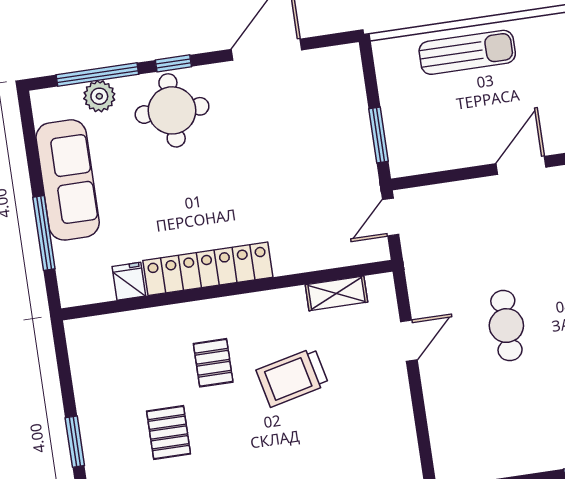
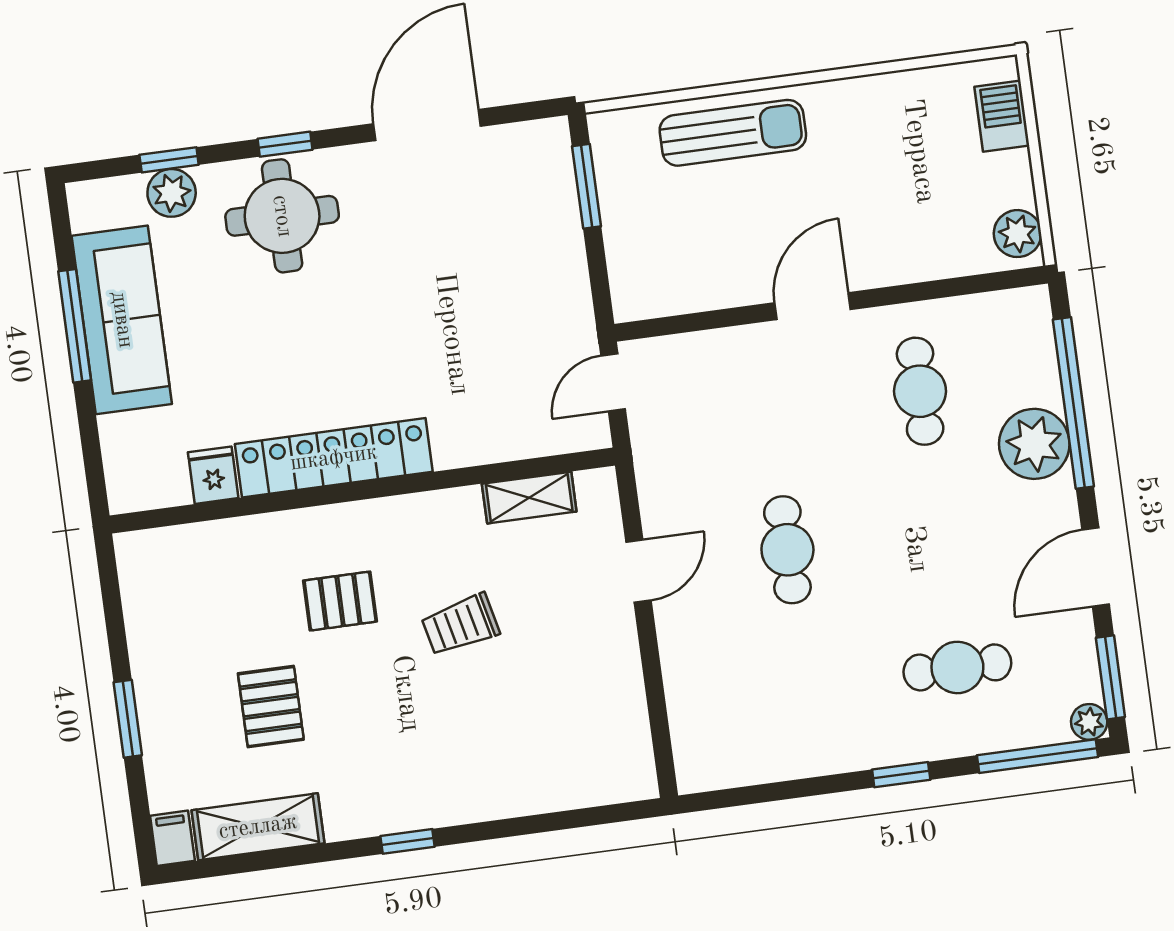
window: (97, 75) -> (169, 160), width x0.46
window: (378, 135) -> (587, 186), moved
window: (44, 233) -> (75, 326), moved
pallet: (213, 363) -> (340, 601), turned 90
trolley: (292, 377) -> (460, 625), width x0.73, depth x0.72

